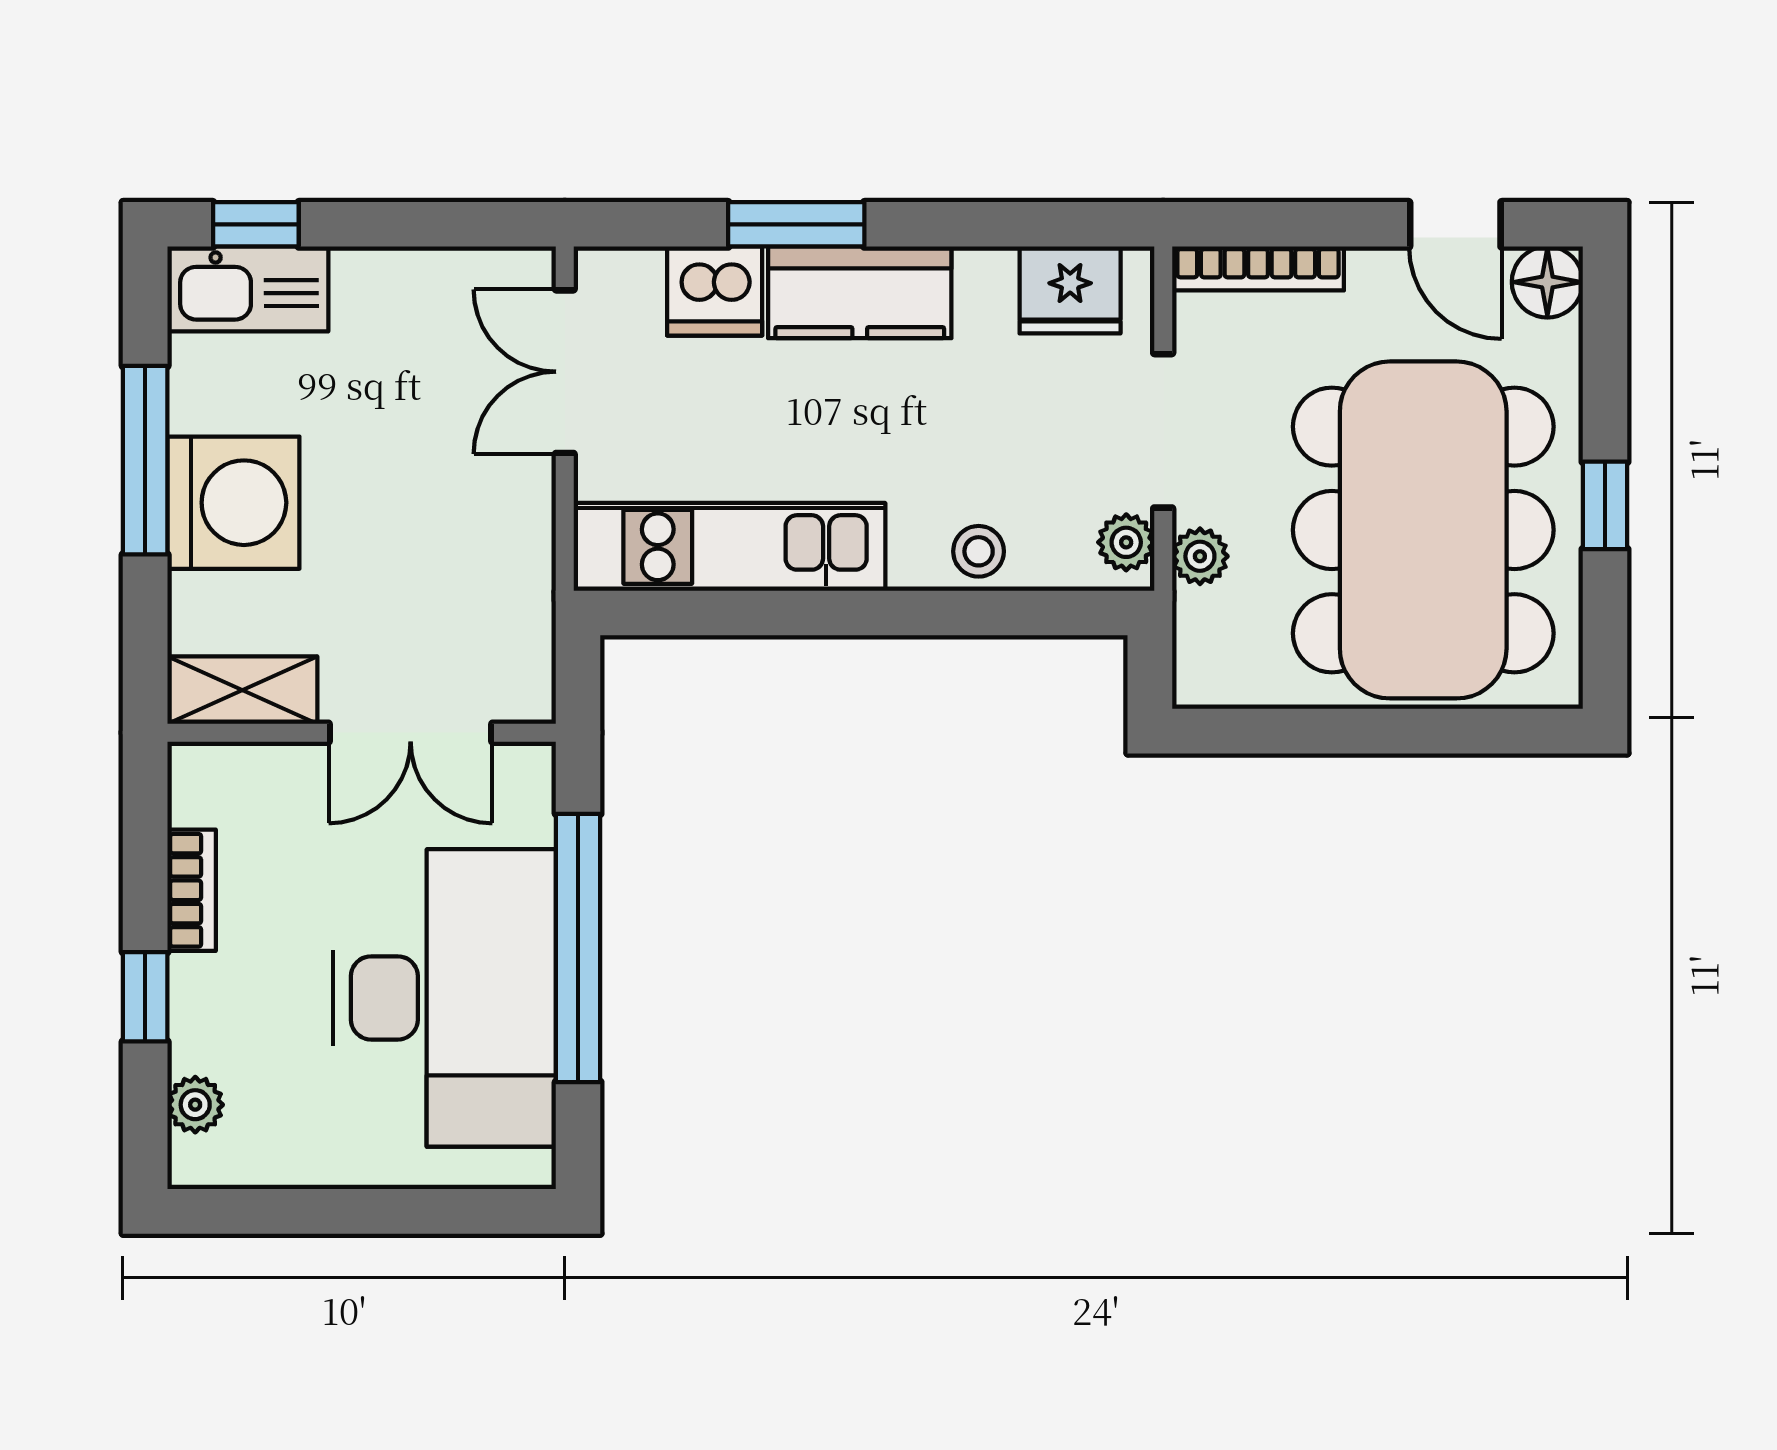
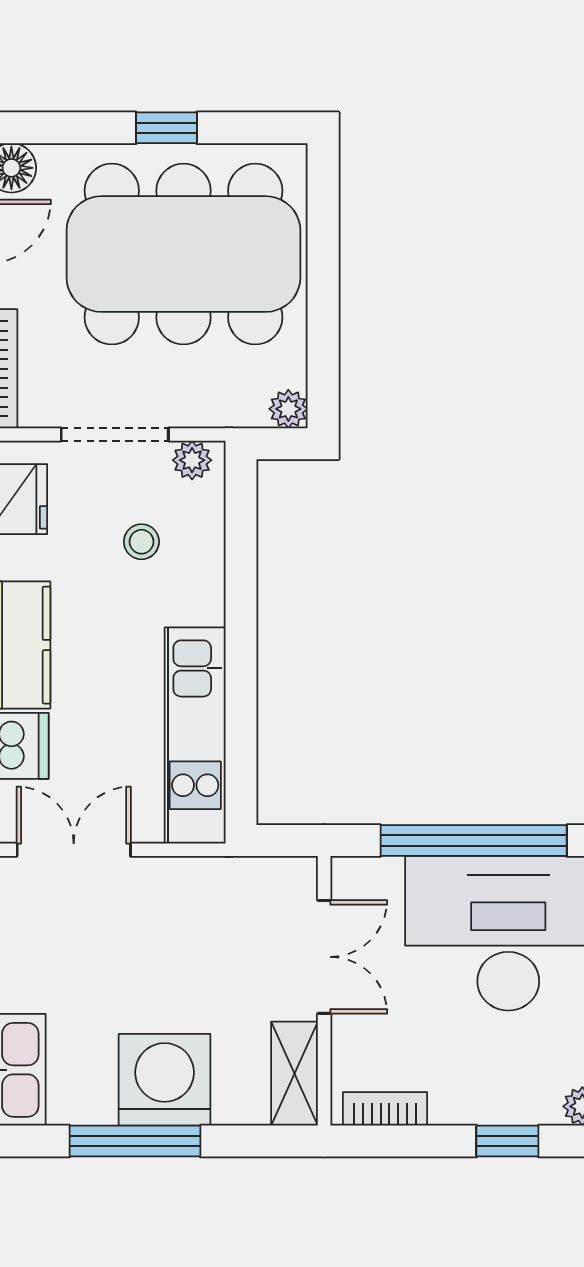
double door: (565, 372) -> (74, 850), swing flipped
stool: (979, 551) -> (141, 542), moved
plant: (1200, 556) -> (288, 409), moved
bookcase: (192, 890) -> (385, 1109), moved

